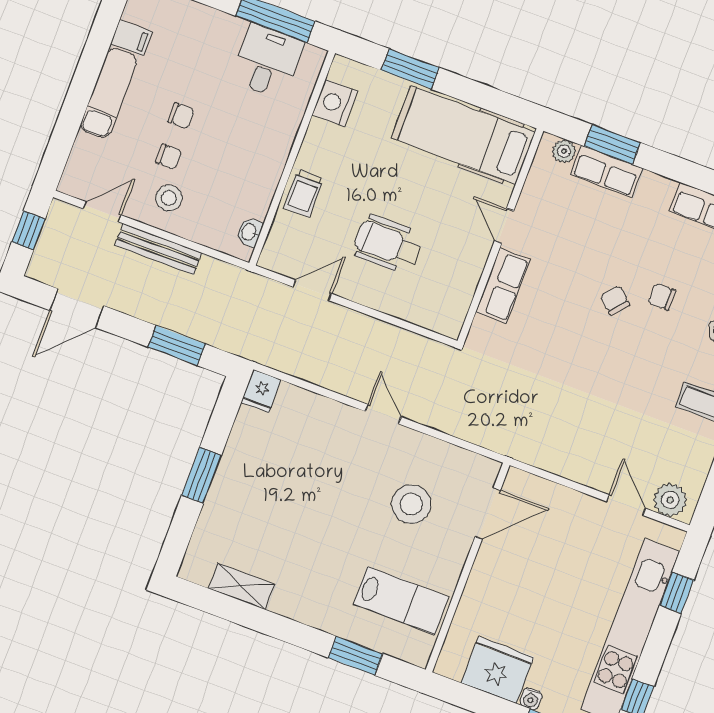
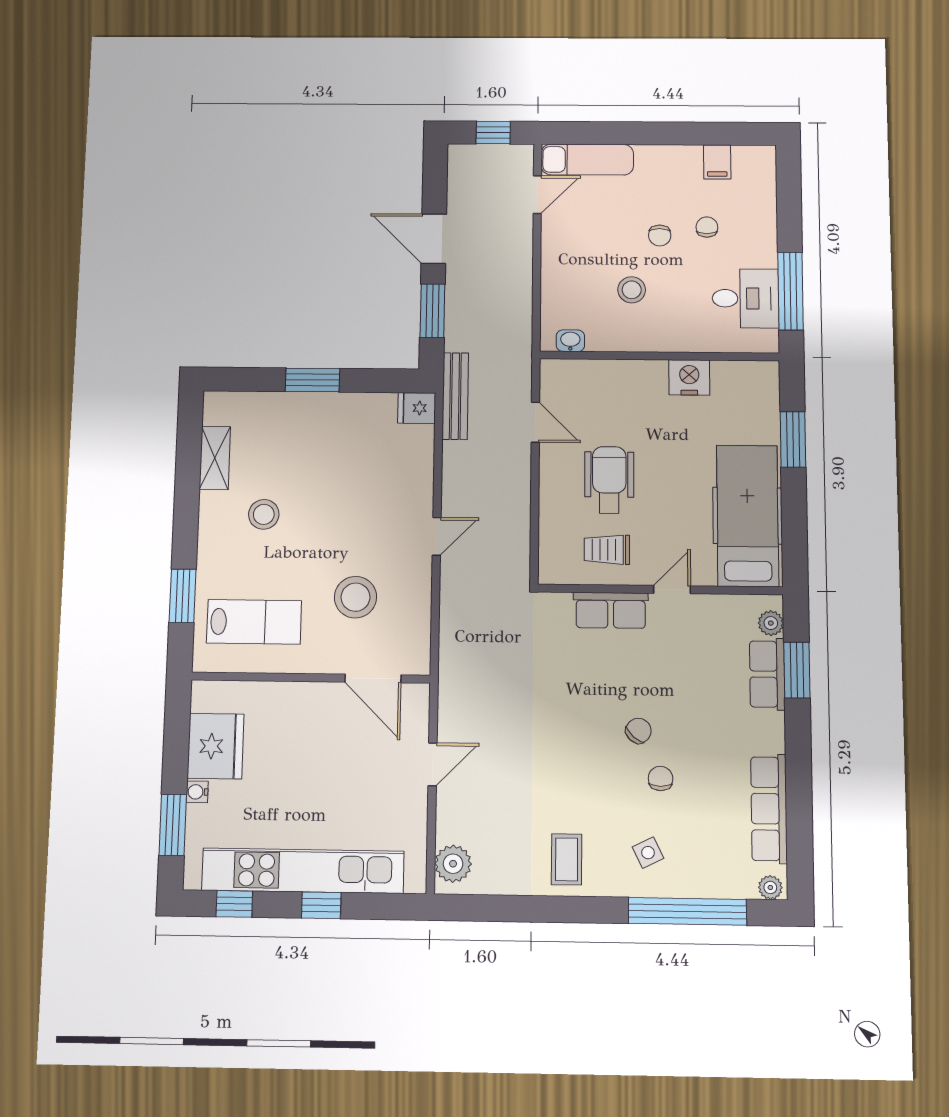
exam couch: (109, 93) -> (587, 160), moved
nightstand: (335, 103) -> (689, 377), moved
chair: (169, 157) -> (707, 227), moved, turned 180
trolley: (304, 193) -> (607, 550), moved
stool: (169, 198) -> (632, 290), moved
door: (102, 212) -> (537, 195), hinge flipped
bench: (158, 249) -> (455, 396), moved
door: (77, 308) -> (434, 239), moved
door: (626, 505) -> (433, 764), moved
stool: (308, 560) -> (264, 514), added
window: (677, 593) -> (321, 905), moved
lab bench: (401, 600) -> (254, 622), turned -90

